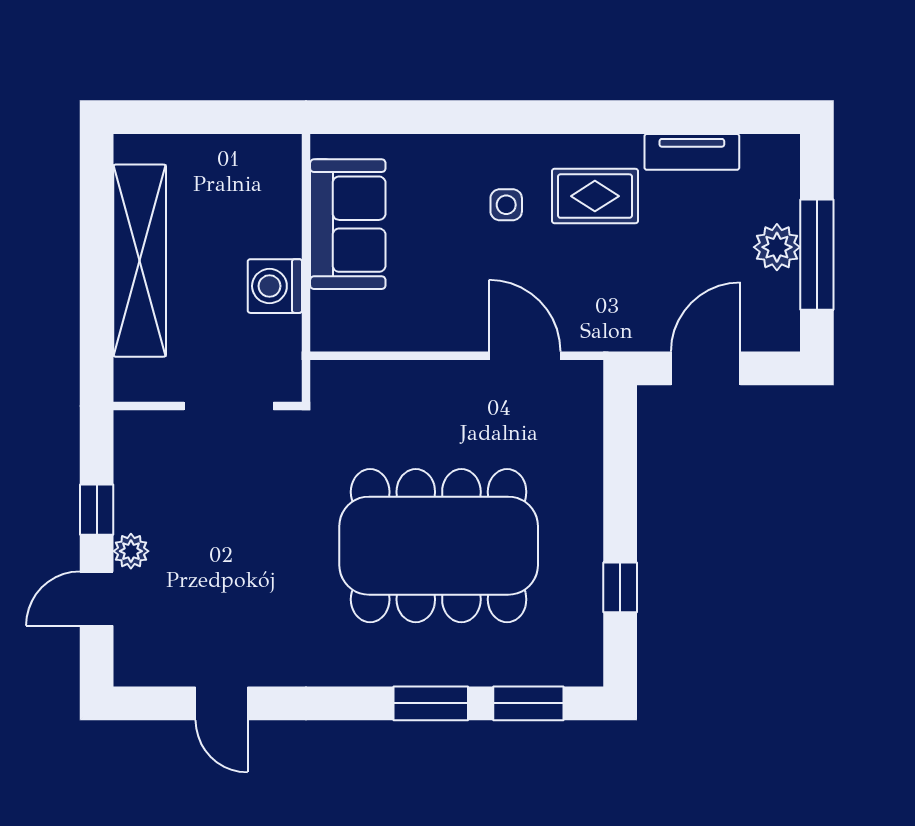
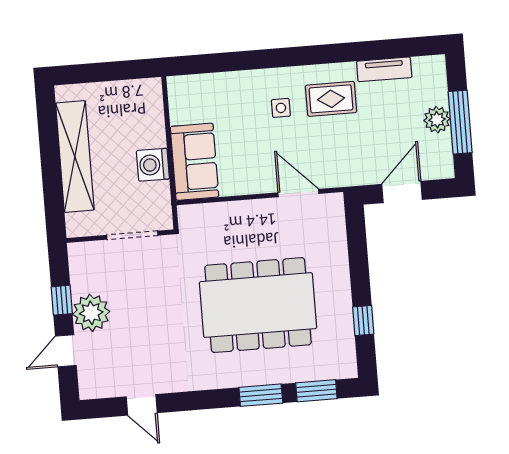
sofa: (348, 224) -> (194, 162), moved
plant: (131, 551) -> (91, 313), width x1.88, depth x1.88

